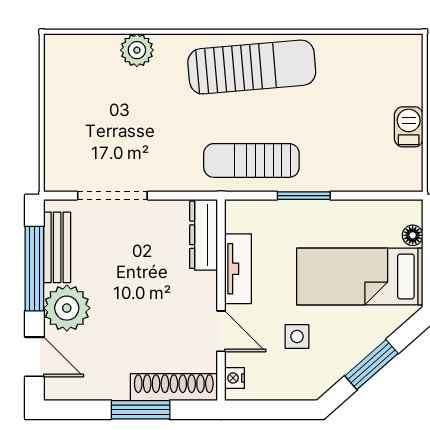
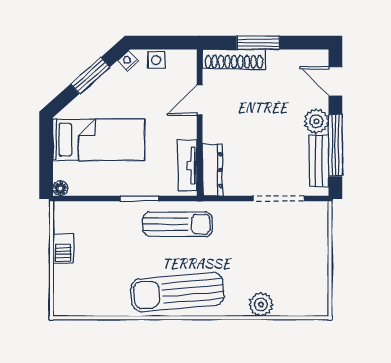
floor lamp: (413, 235) -> (60, 188), moved
tv unit: (238, 269) -> (187, 166), moved
plant: (67, 308) -> (316, 121), width x0.73, depth x0.73
door: (221, 331) -> (200, 100), hinge flipped
side table: (297, 336) -> (156, 60), moved
nightstand: (235, 378) -> (128, 61), moved, turned -131

